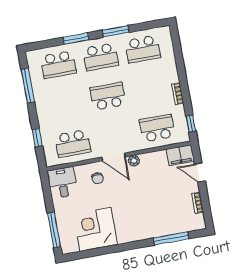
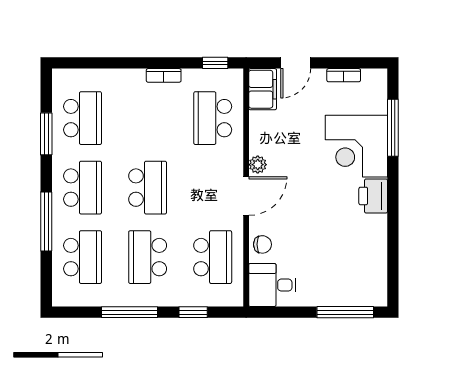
window: (116, 31) -> (46, 134), moved
window: (76, 39) -> (46, 222), width x1.44
window: (28, 86) -> (129, 312), moved
school desk: (108, 96) -> (148, 188), turned 180
school desk: (66, 104) -> (148, 257), added
chair: (98, 178) -> (262, 244), moved
corner desk: (95, 229) -> (356, 146), moved
printer: (128, 234) -> (373, 196), added

